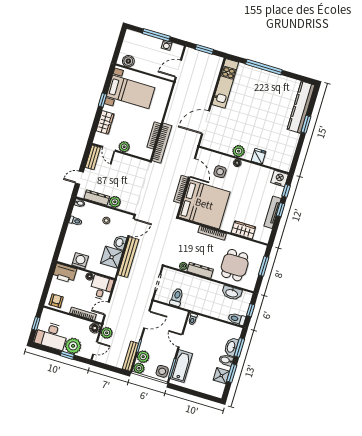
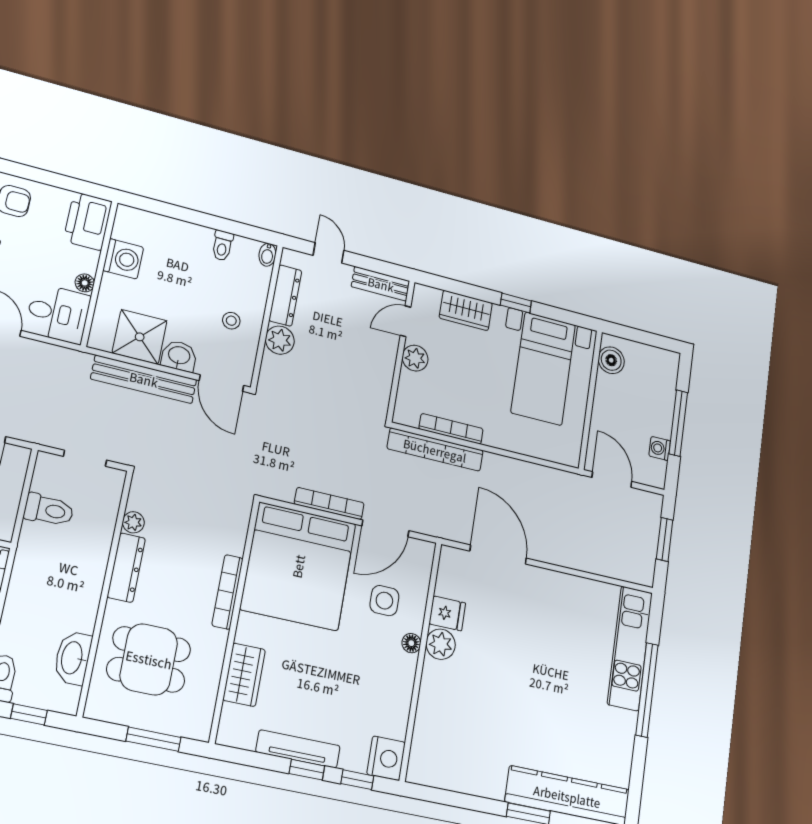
kitchen unit: (225, 83) -> (630, 648), moved, turned 90
fridge: (259, 156) -> (447, 613), moved

